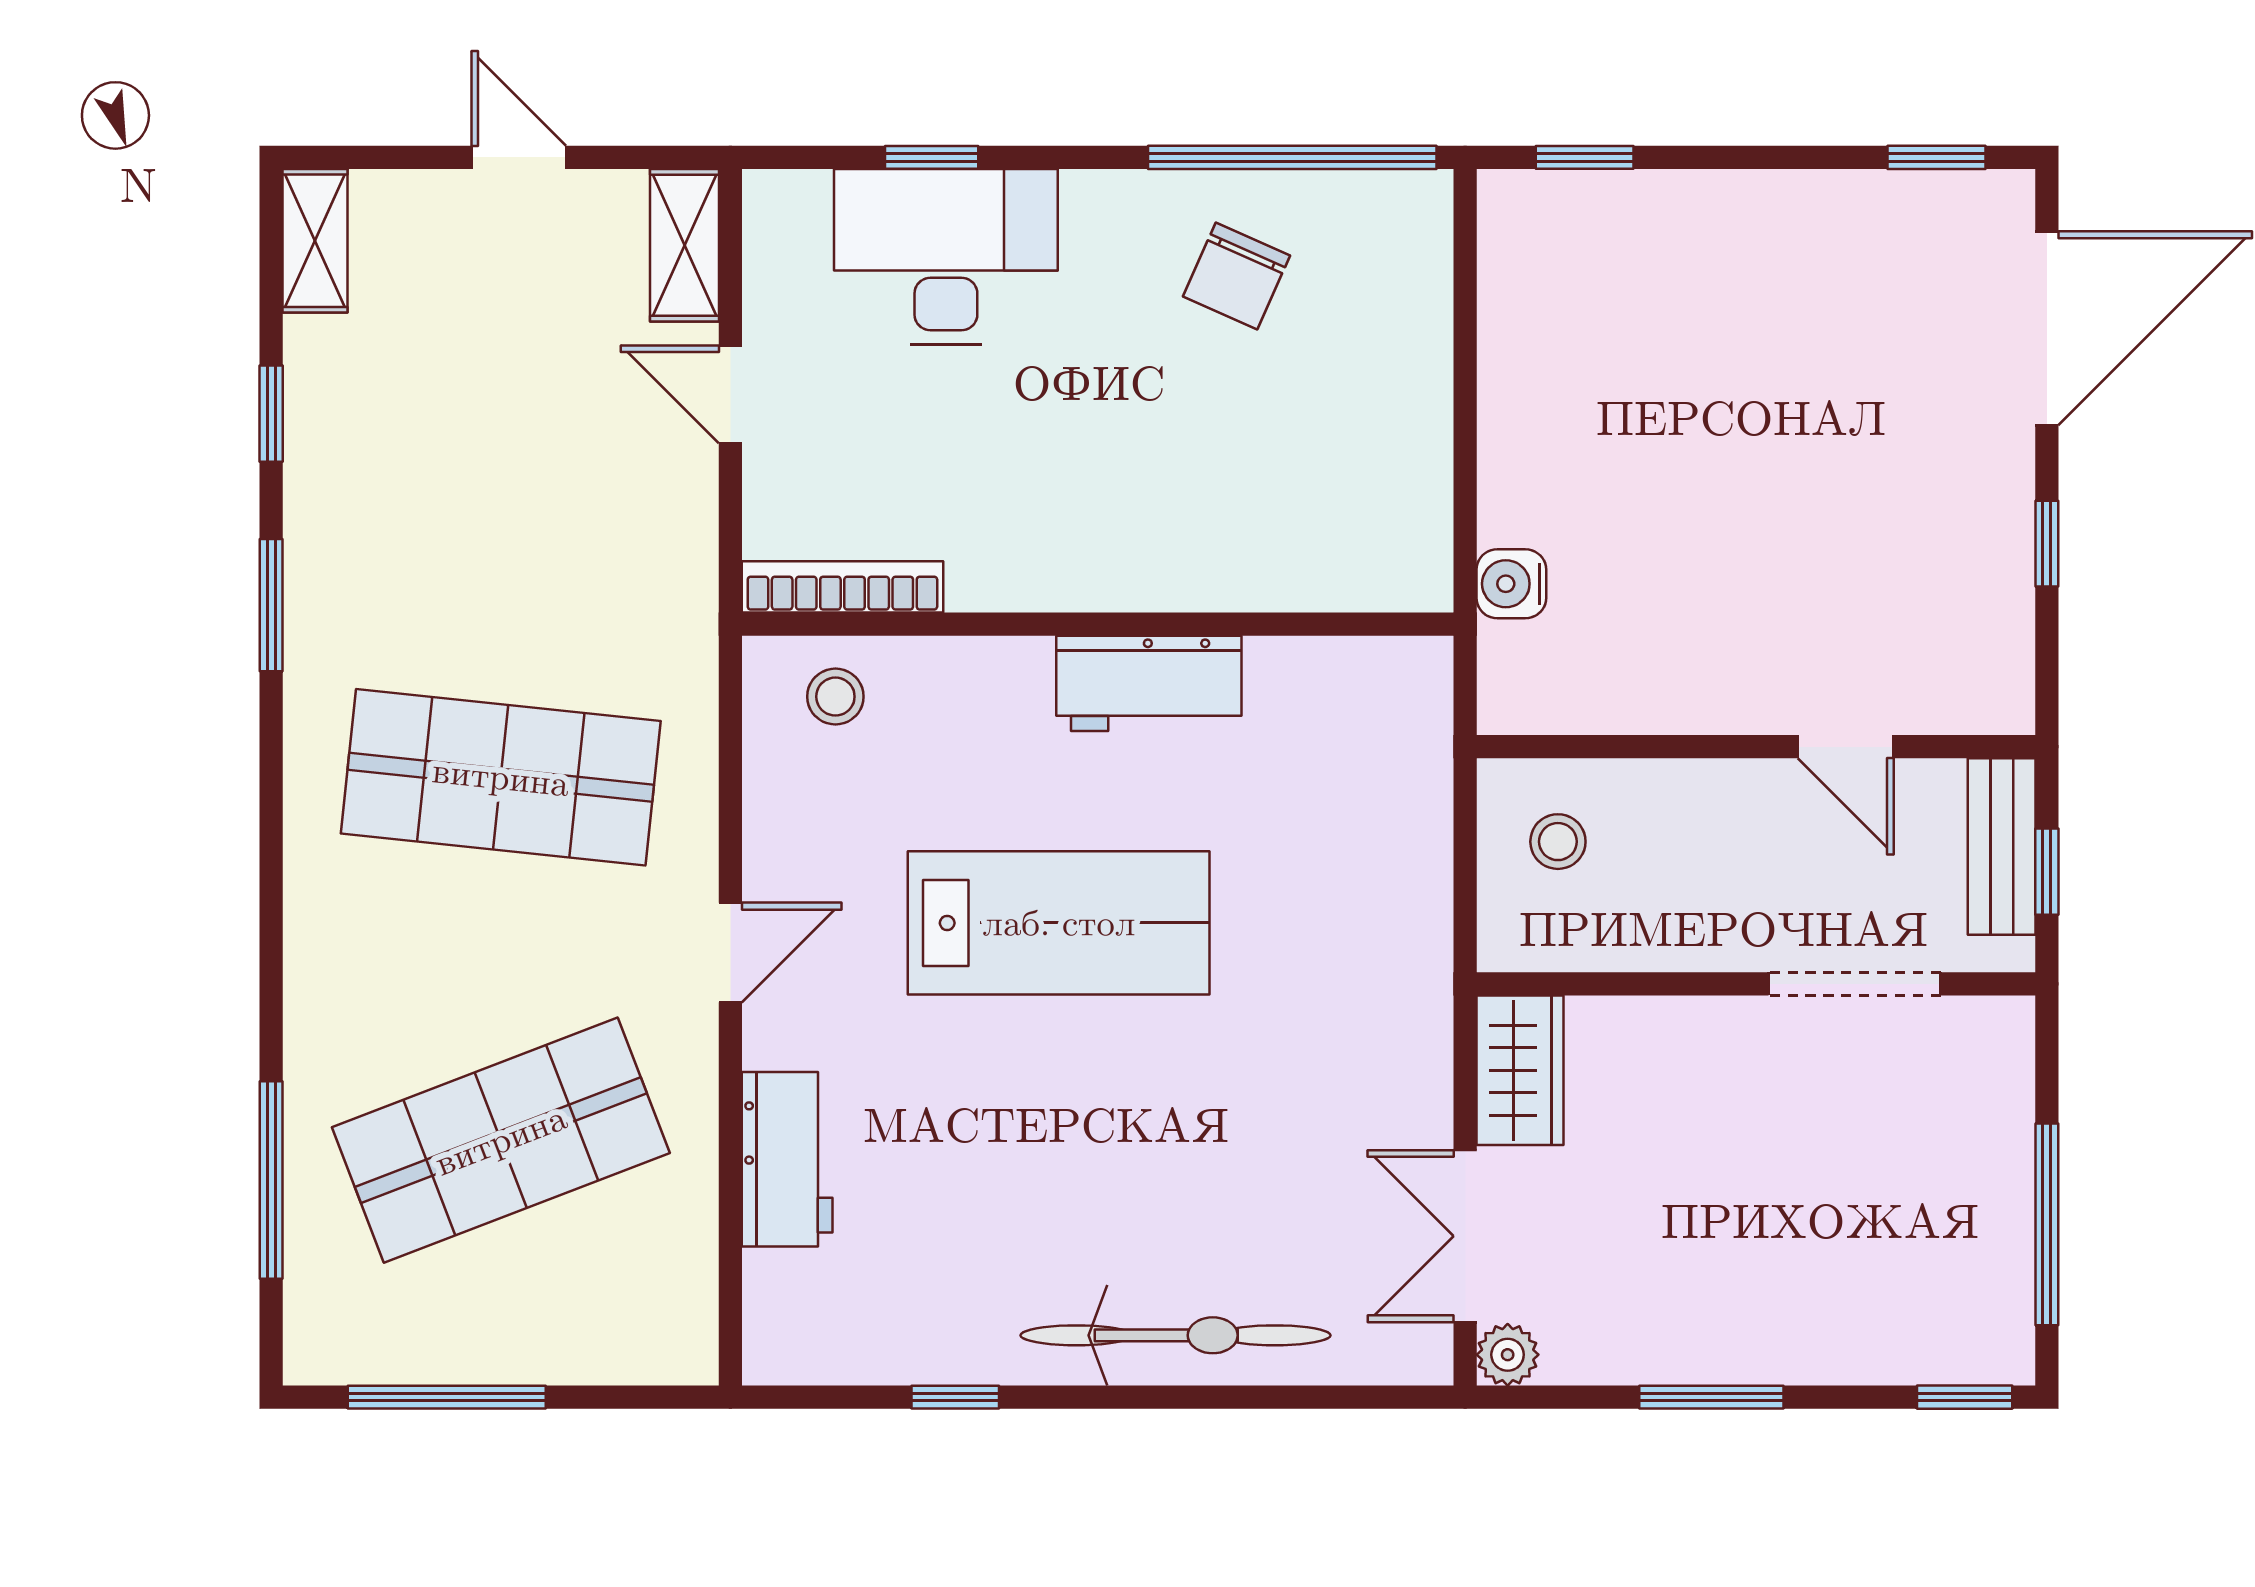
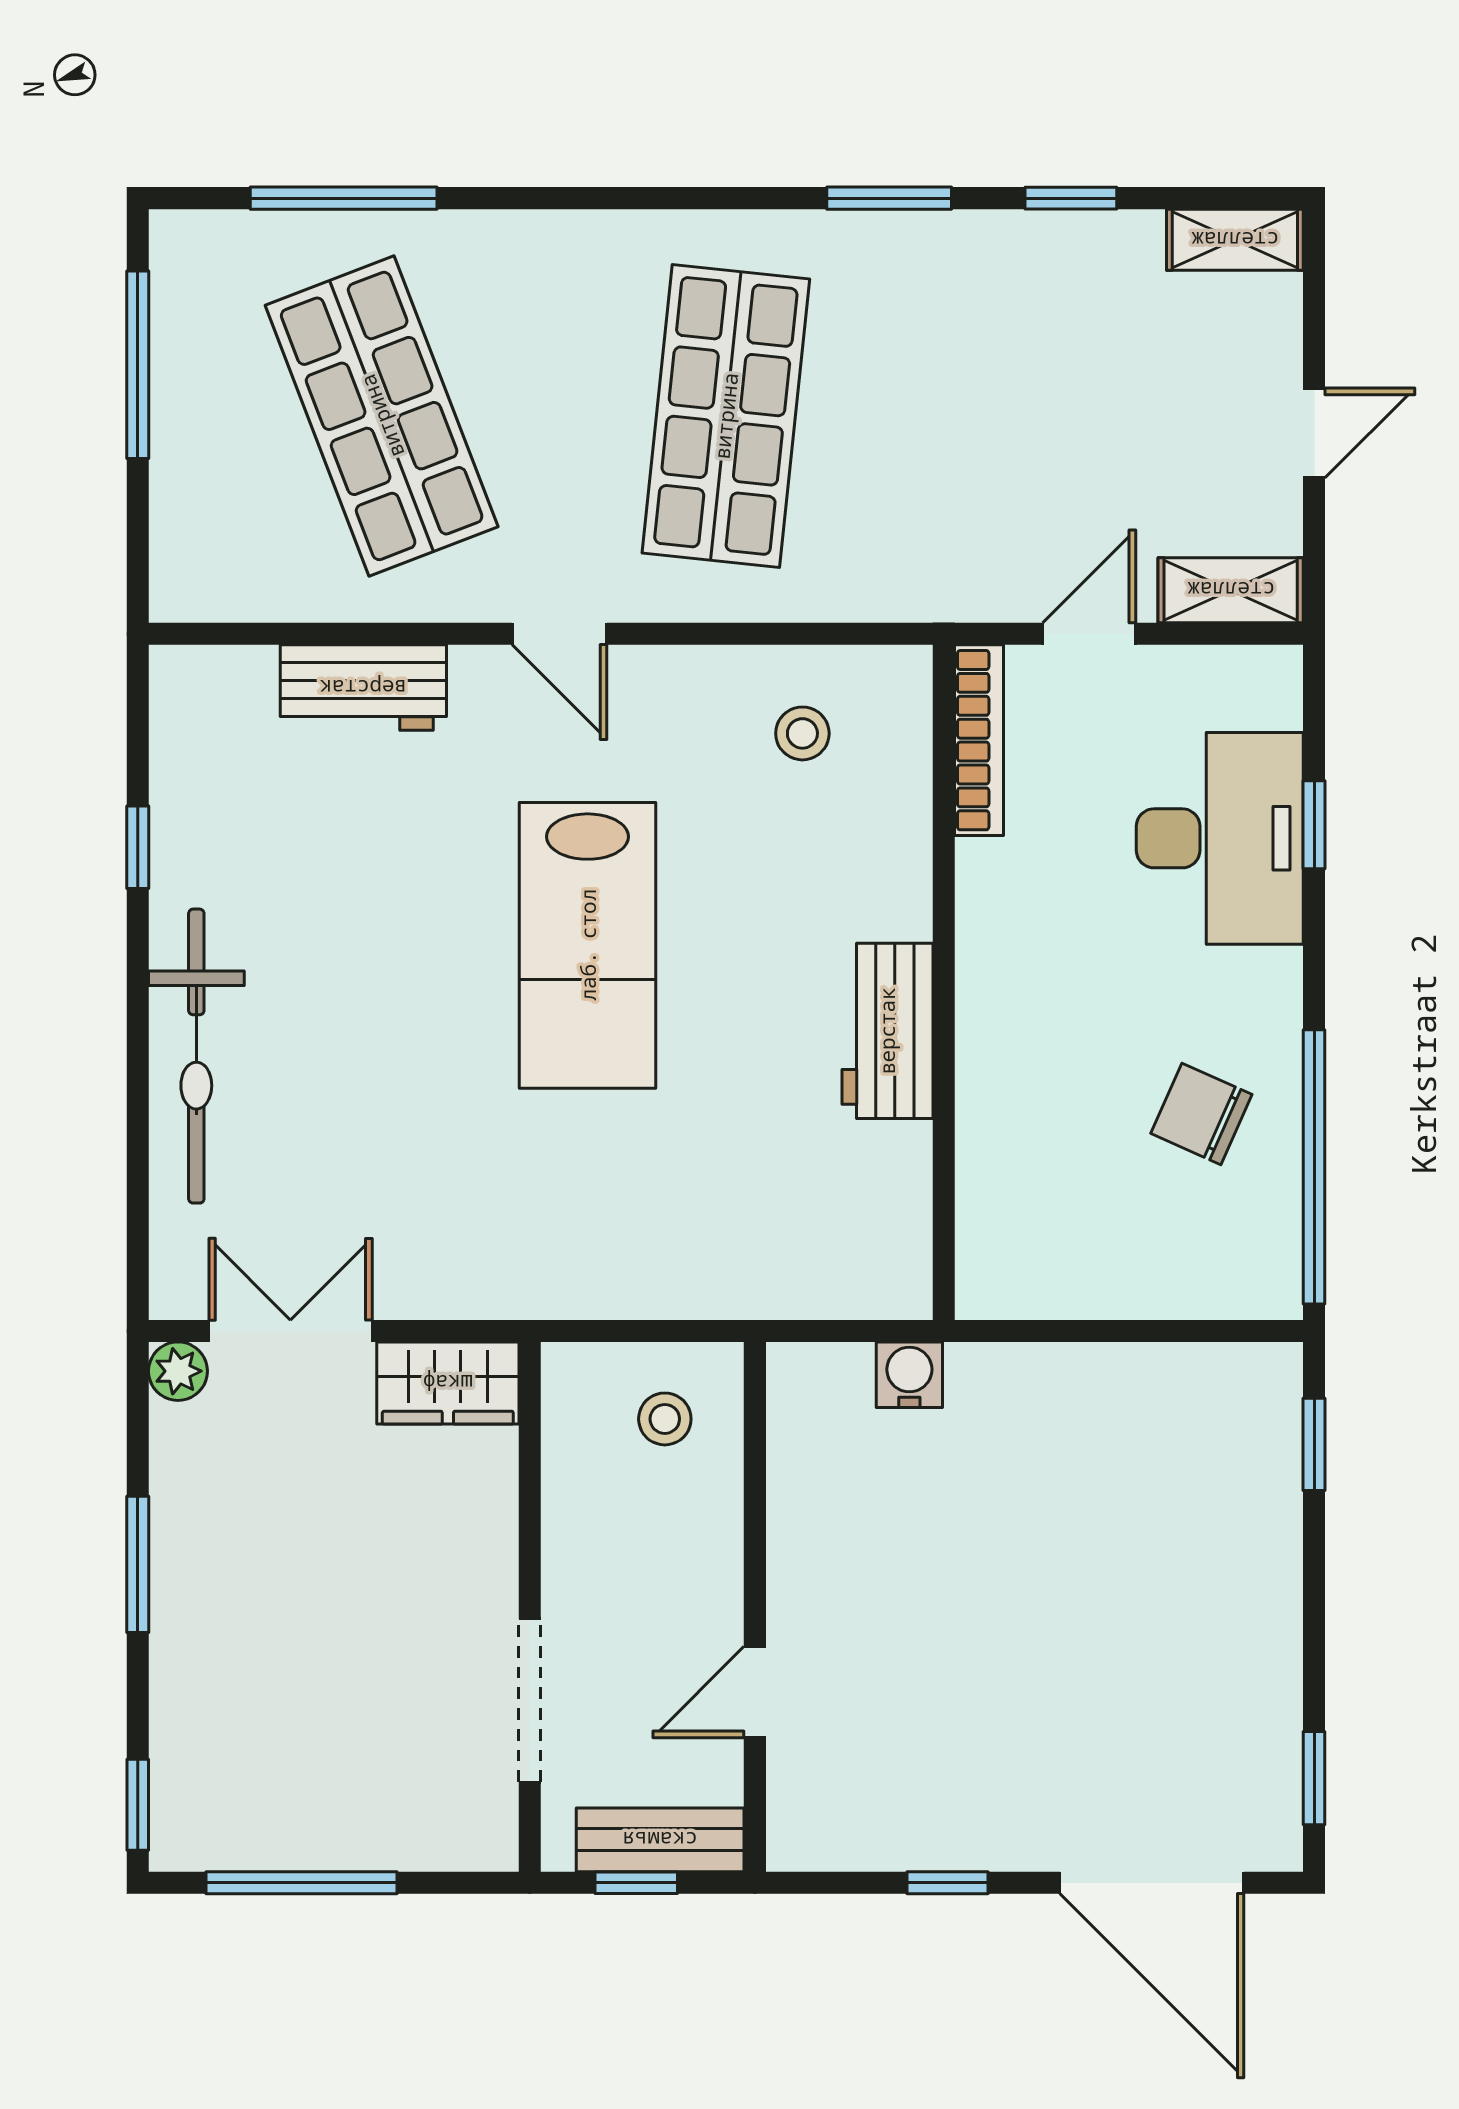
bookcase: (842, 587) -> (979, 740), moved
wall: (1098, 624) -> (944, 982), moved
workbench: (1149, 683) -> (887, 1031), moved

